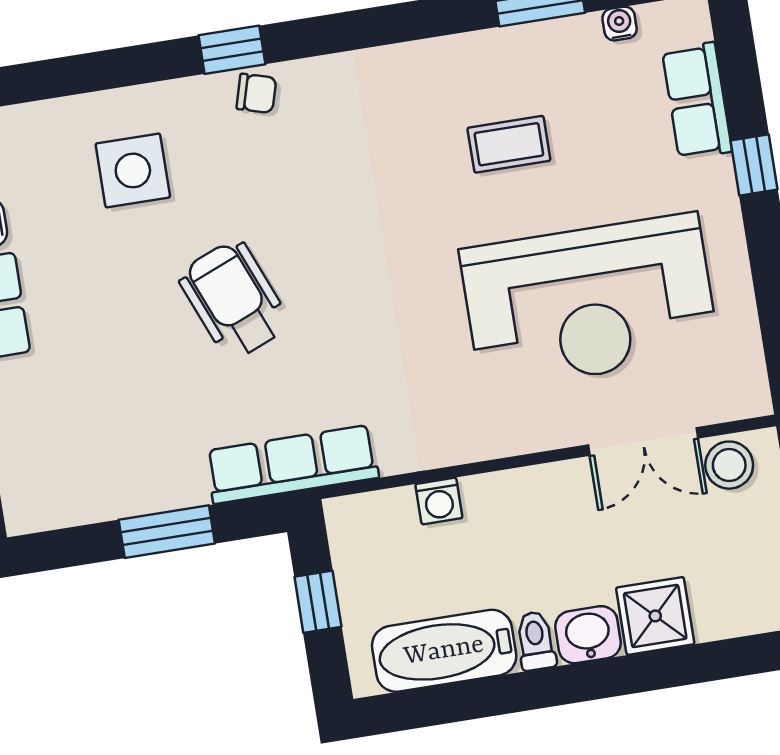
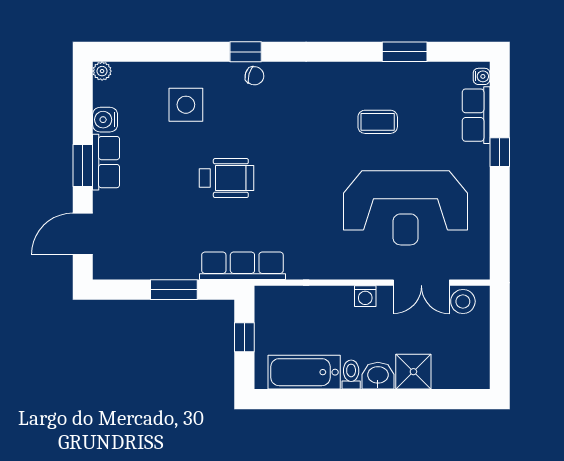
water cooler: (620, 24) -> (482, 76), moved, turned 90
wheelchair: (234, 300) -> (226, 178), turned 112
washing machine: (439, 501) -> (365, 296), moved

